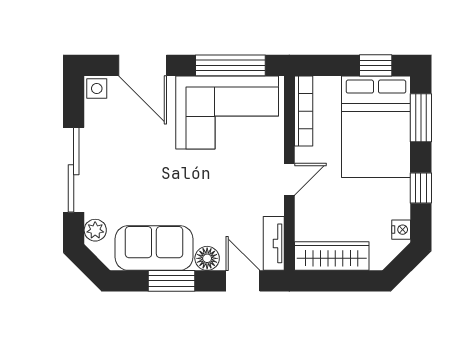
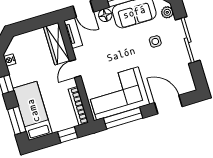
window: (376, 65) -> (68, 135), moved
side table: (97, 89) -> (155, 41), moved
bed: (376, 127) -> (33, 111), width x0.67
wardrobe: (332, 256) -> (57, 44), moved, turned 90

